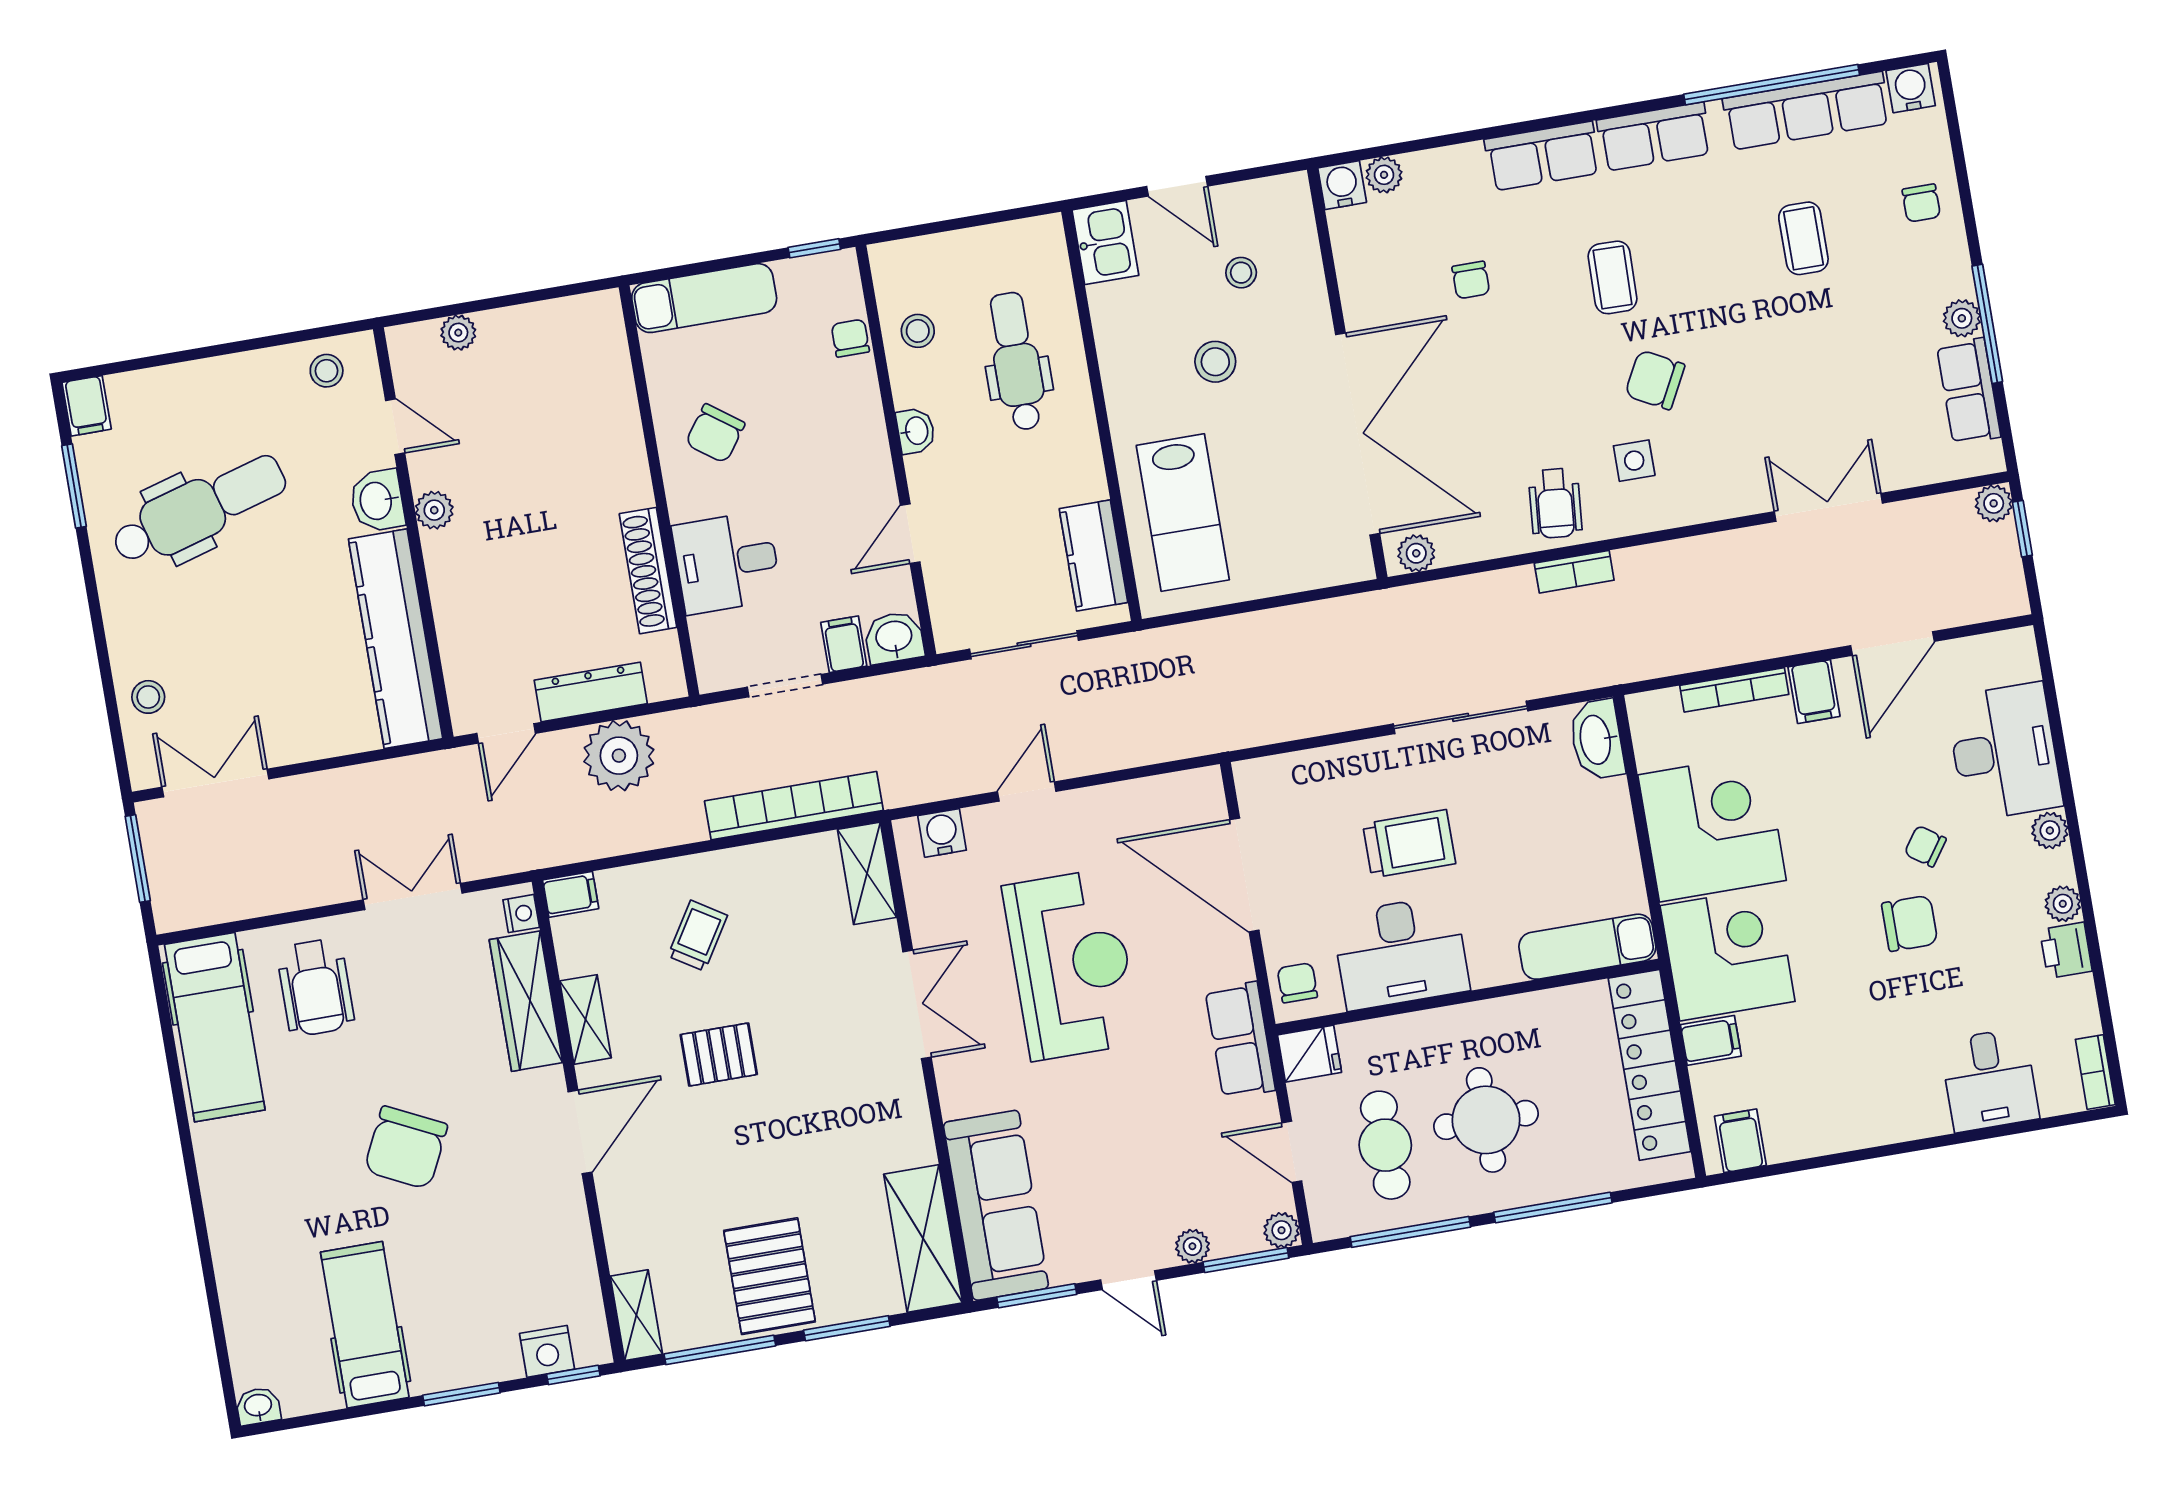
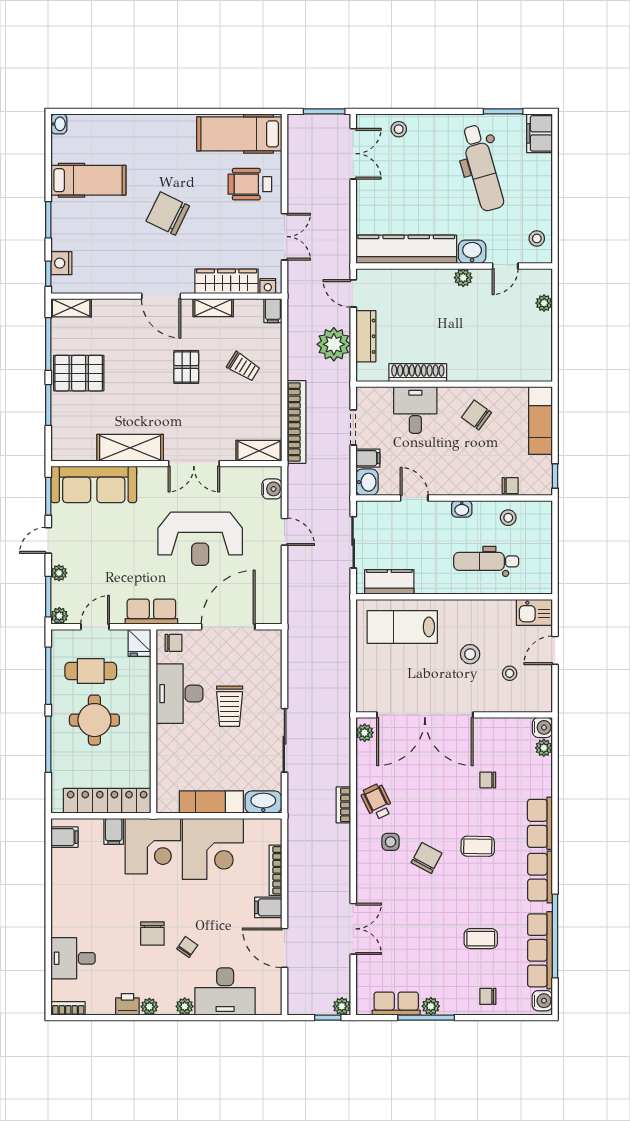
dental chair: (1016, 361) -> (486, 561), turned 180
filing cabinet: (87, 406) -> (540, 133), width x2.00
wheelchair: (1555, 503) -> (377, 802), turned 59
exam couch: (1587, 947) -> (211, 802), moved, turned -90
shelving: (923, 1239) -> (130, 448), moved

